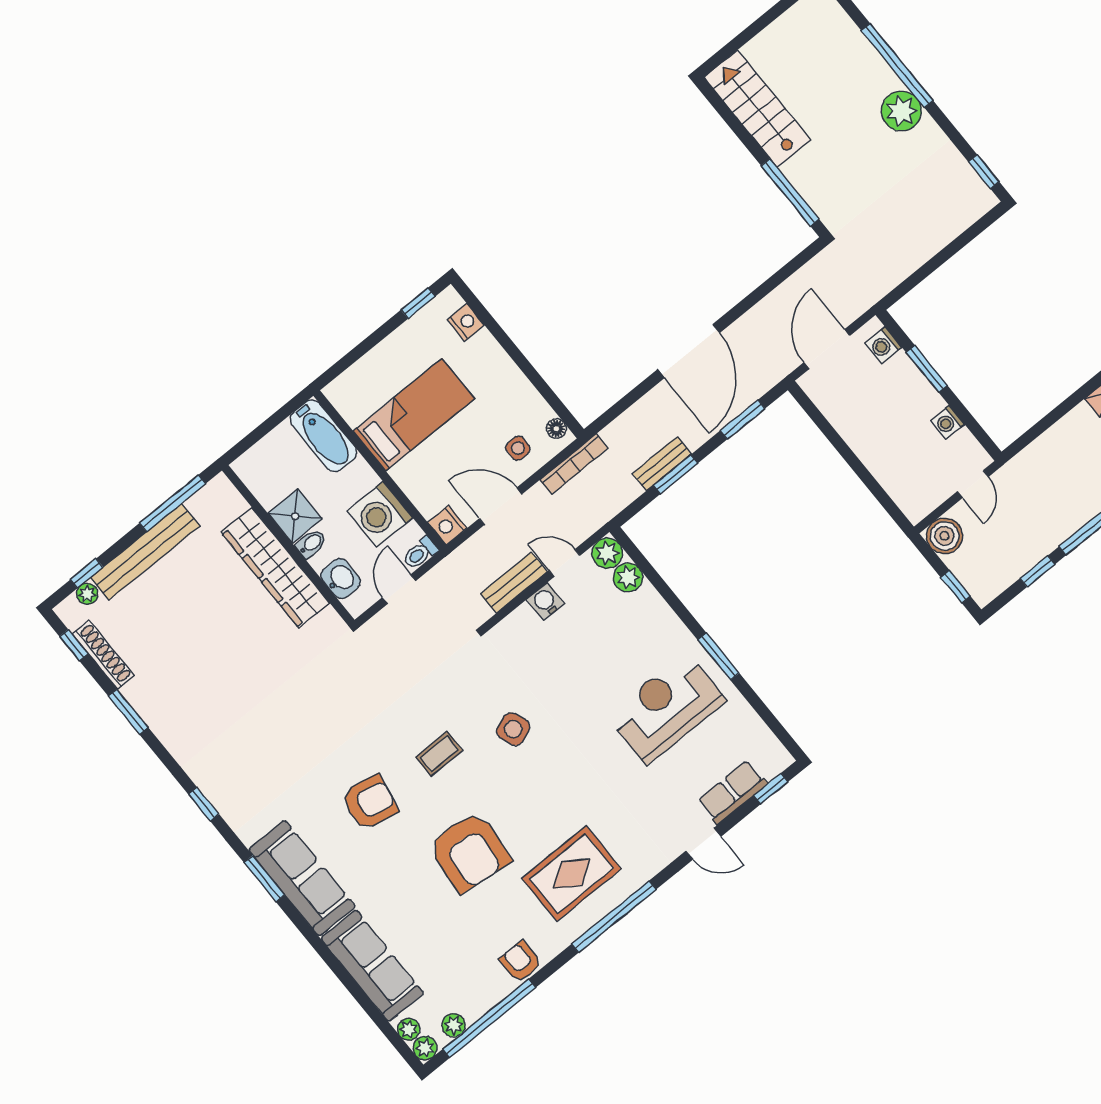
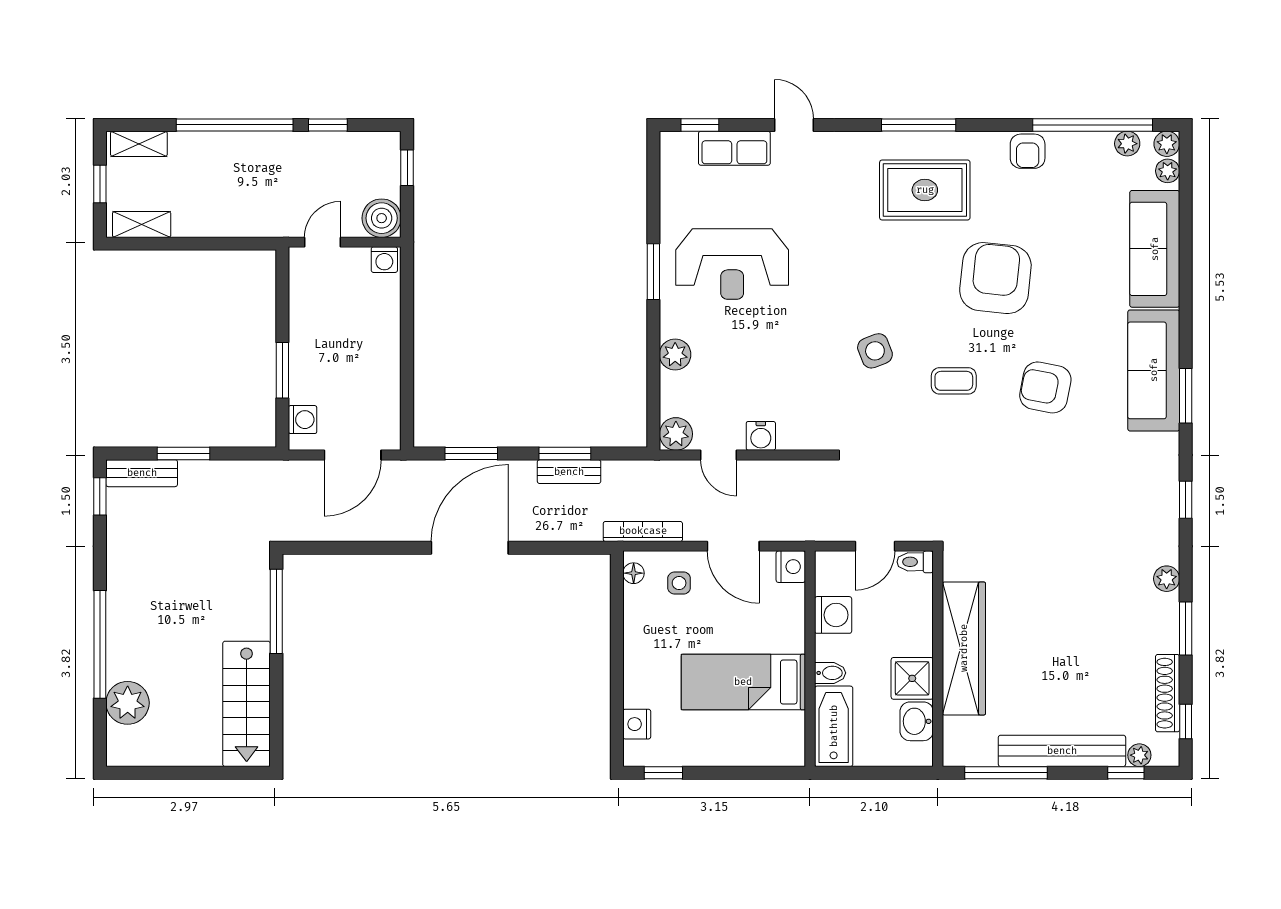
plant: (901, 111) -> (128, 703), moved
window: (949, 251) -> (183, 453), added
washing machine: (948, 422) -> (384, 260), moved, turned 90
washing machine: (380, 514) -> (833, 615), width x0.73, depth x0.73
bidet: (311, 544) -> (830, 673), moved, turned 180
toilet: (420, 553) -> (915, 562), moved, turned 180
plant: (628, 577) -> (675, 355), moved
washbasin: (341, 579) -> (917, 721), moved
bench: (514, 583) -> (142, 473), moved
plant: (171, 736) -> (1167, 579), added
window: (614, 917) -> (919, 125), width x0.68

